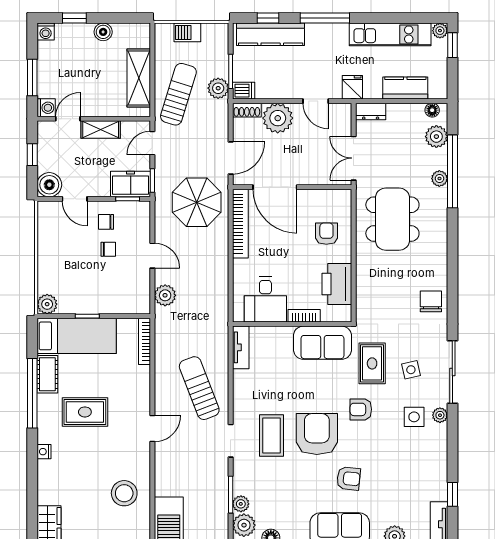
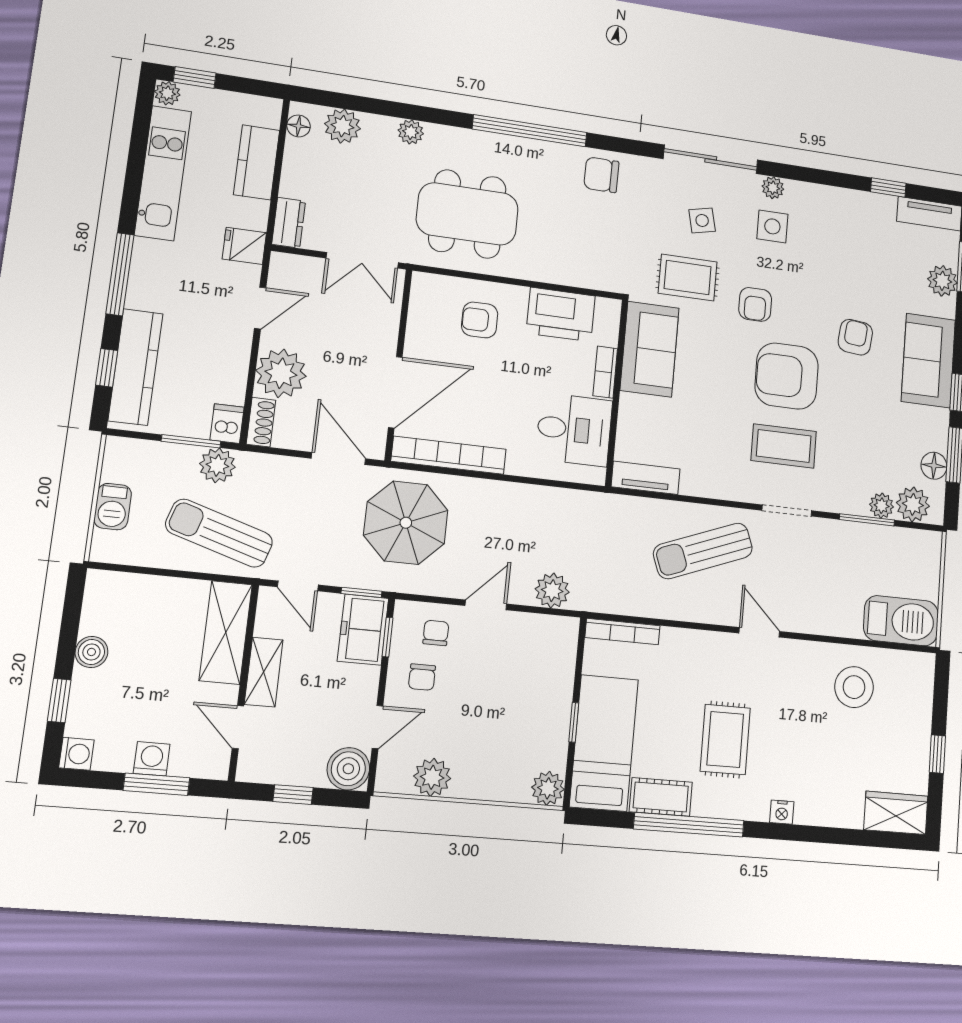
shelving: (139, 78) -> (226, 632), moved, turned 90
washing machine: (46, 108) -> (152, 759), moved
window: (452, 171) -> (530, 131), moved
plant: (48, 234) -> (432, 777), added
chair: (108, 249) -> (436, 633), moved

